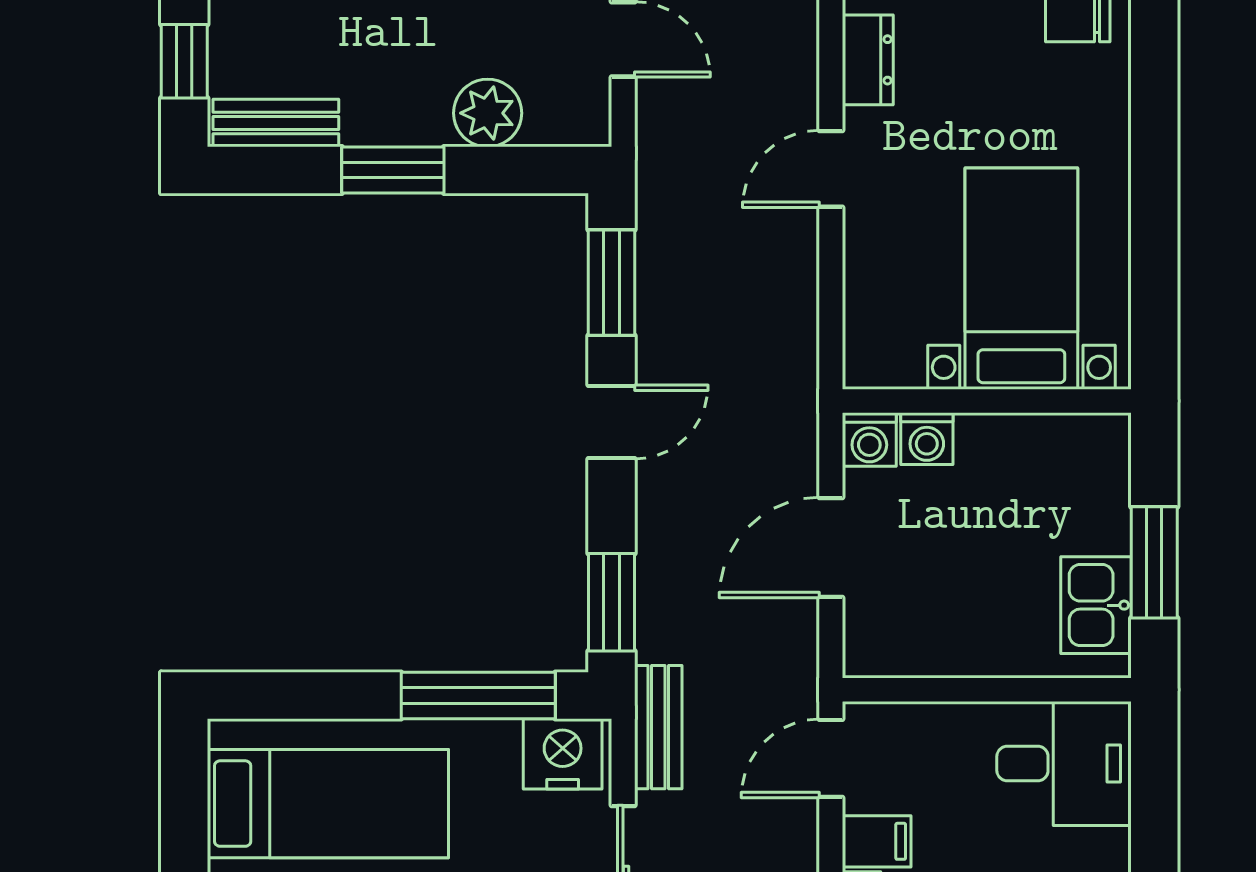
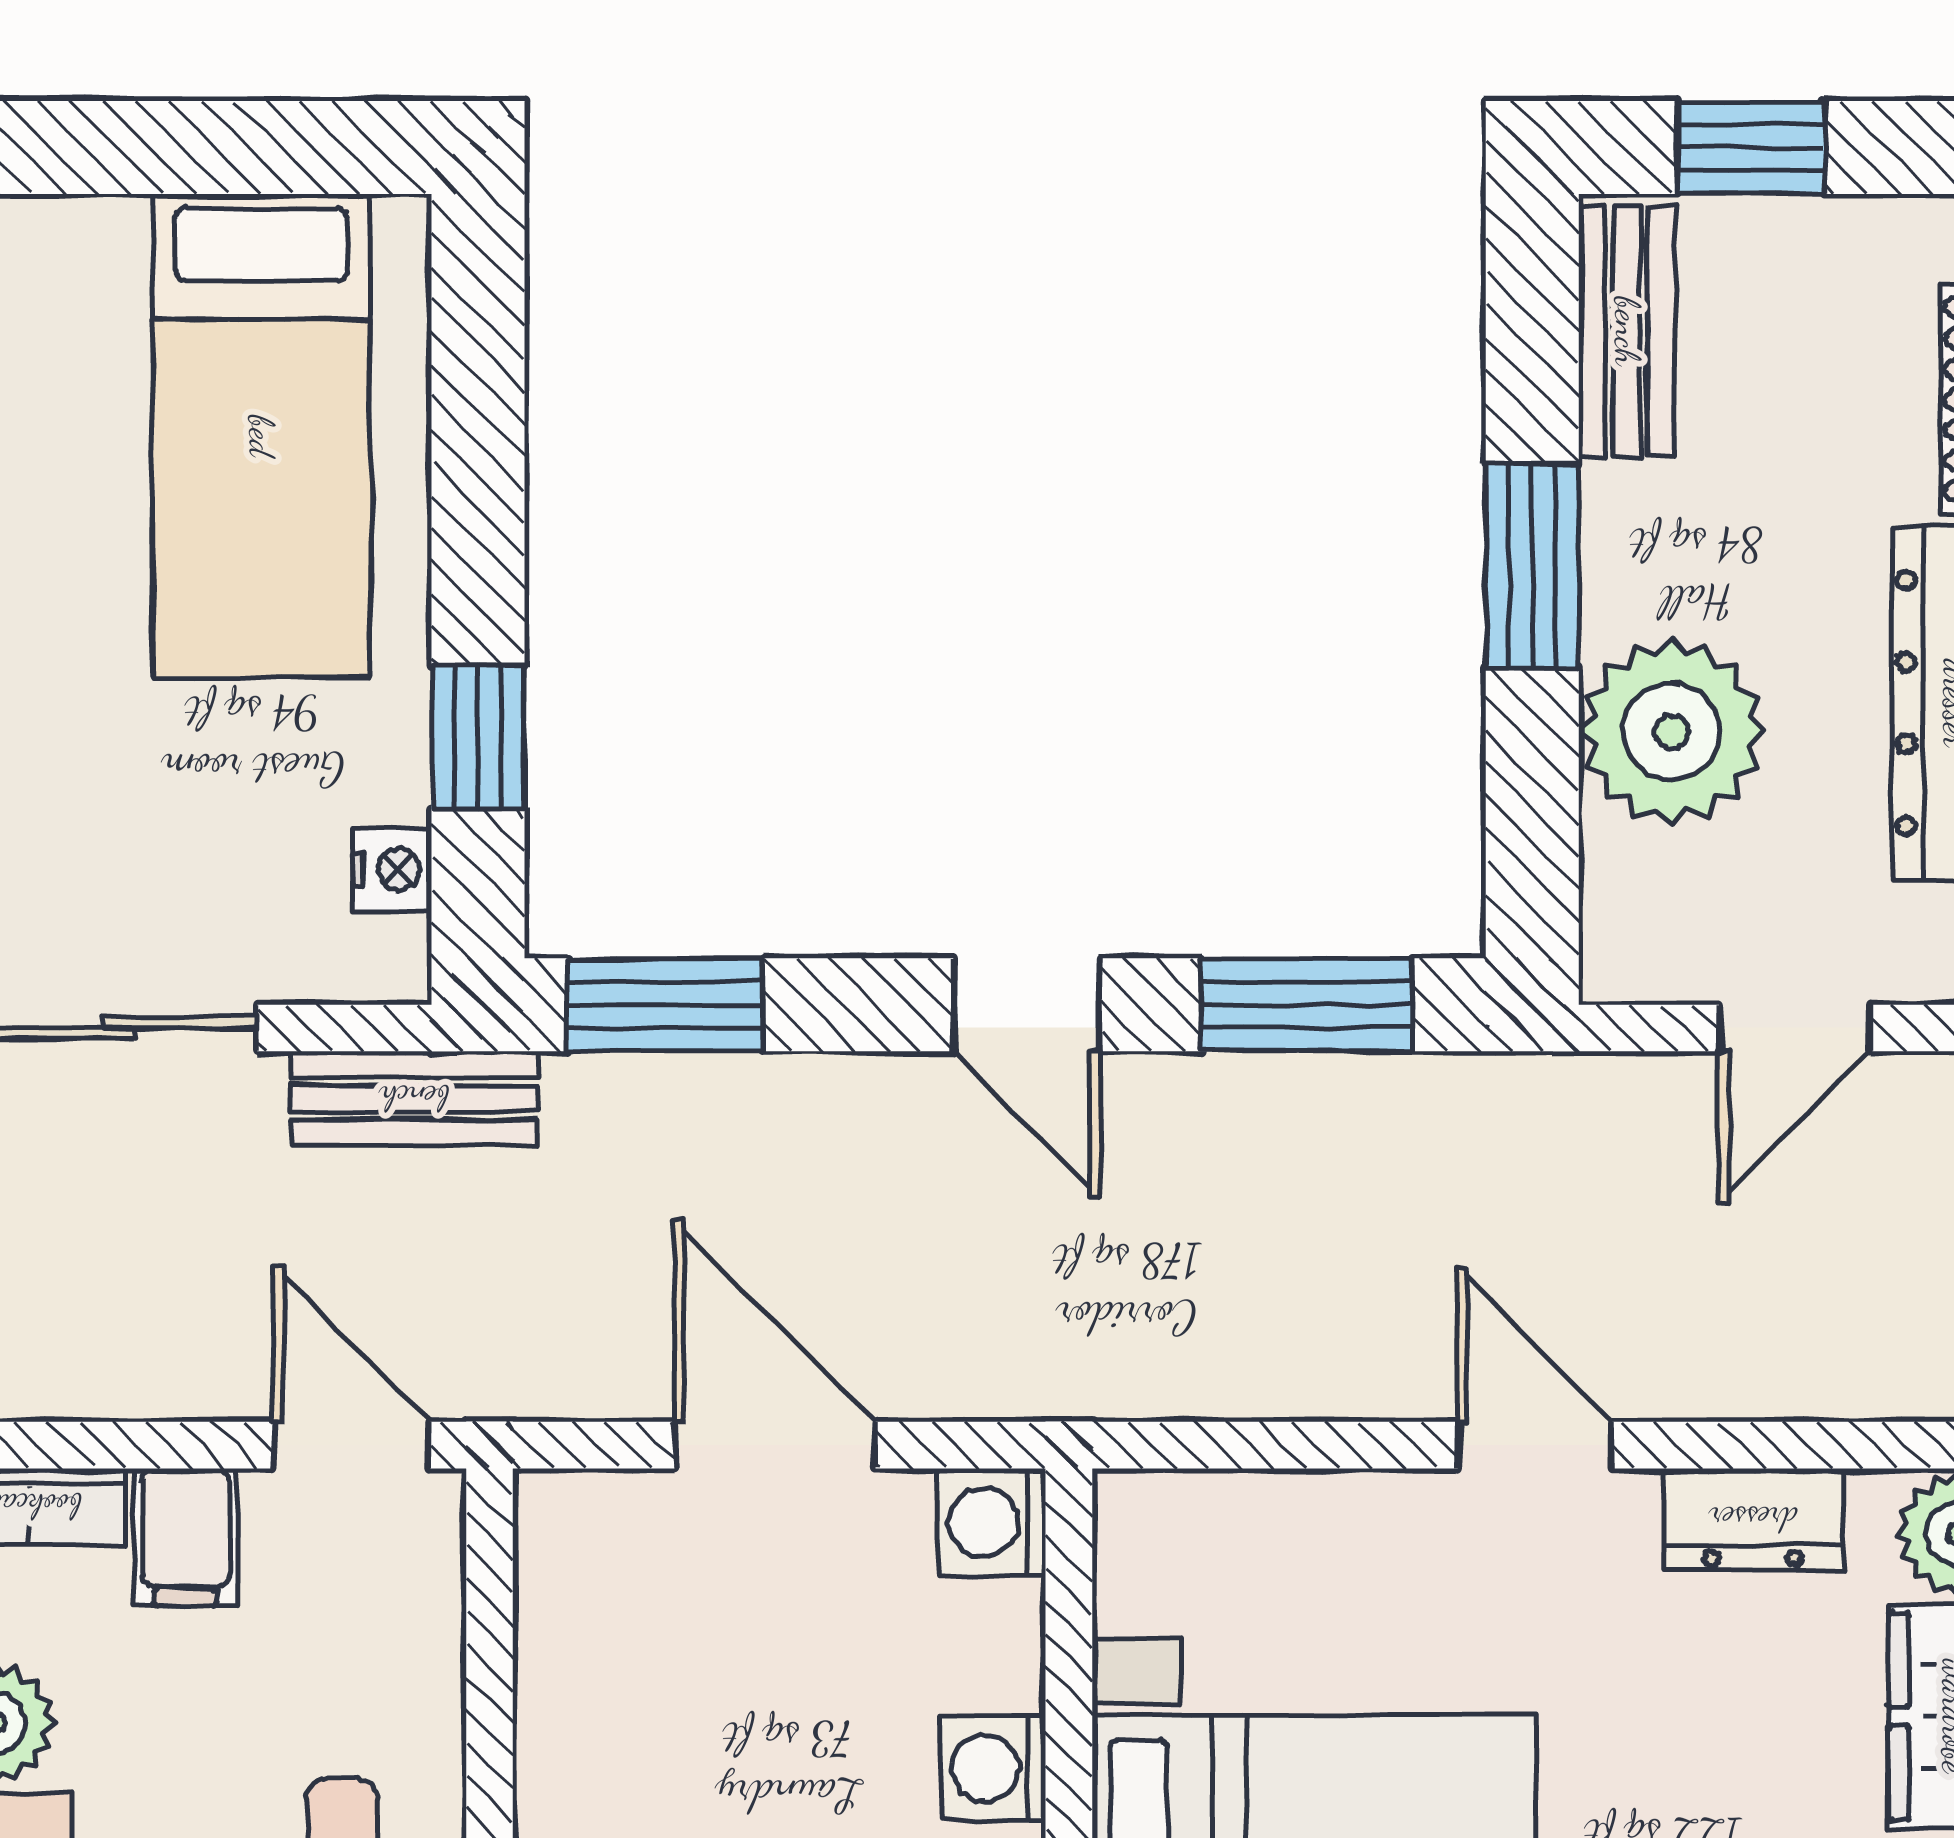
plant: (488, 113) -> (1672, 731), width x1.36, depth x1.36
washing machine: (927, 439) -> (993, 1768), moved
window: (478, 696) -> (478, 737), width x0.46
nightstand: (563, 754) -> (392, 870), width x0.53, depth x0.56

